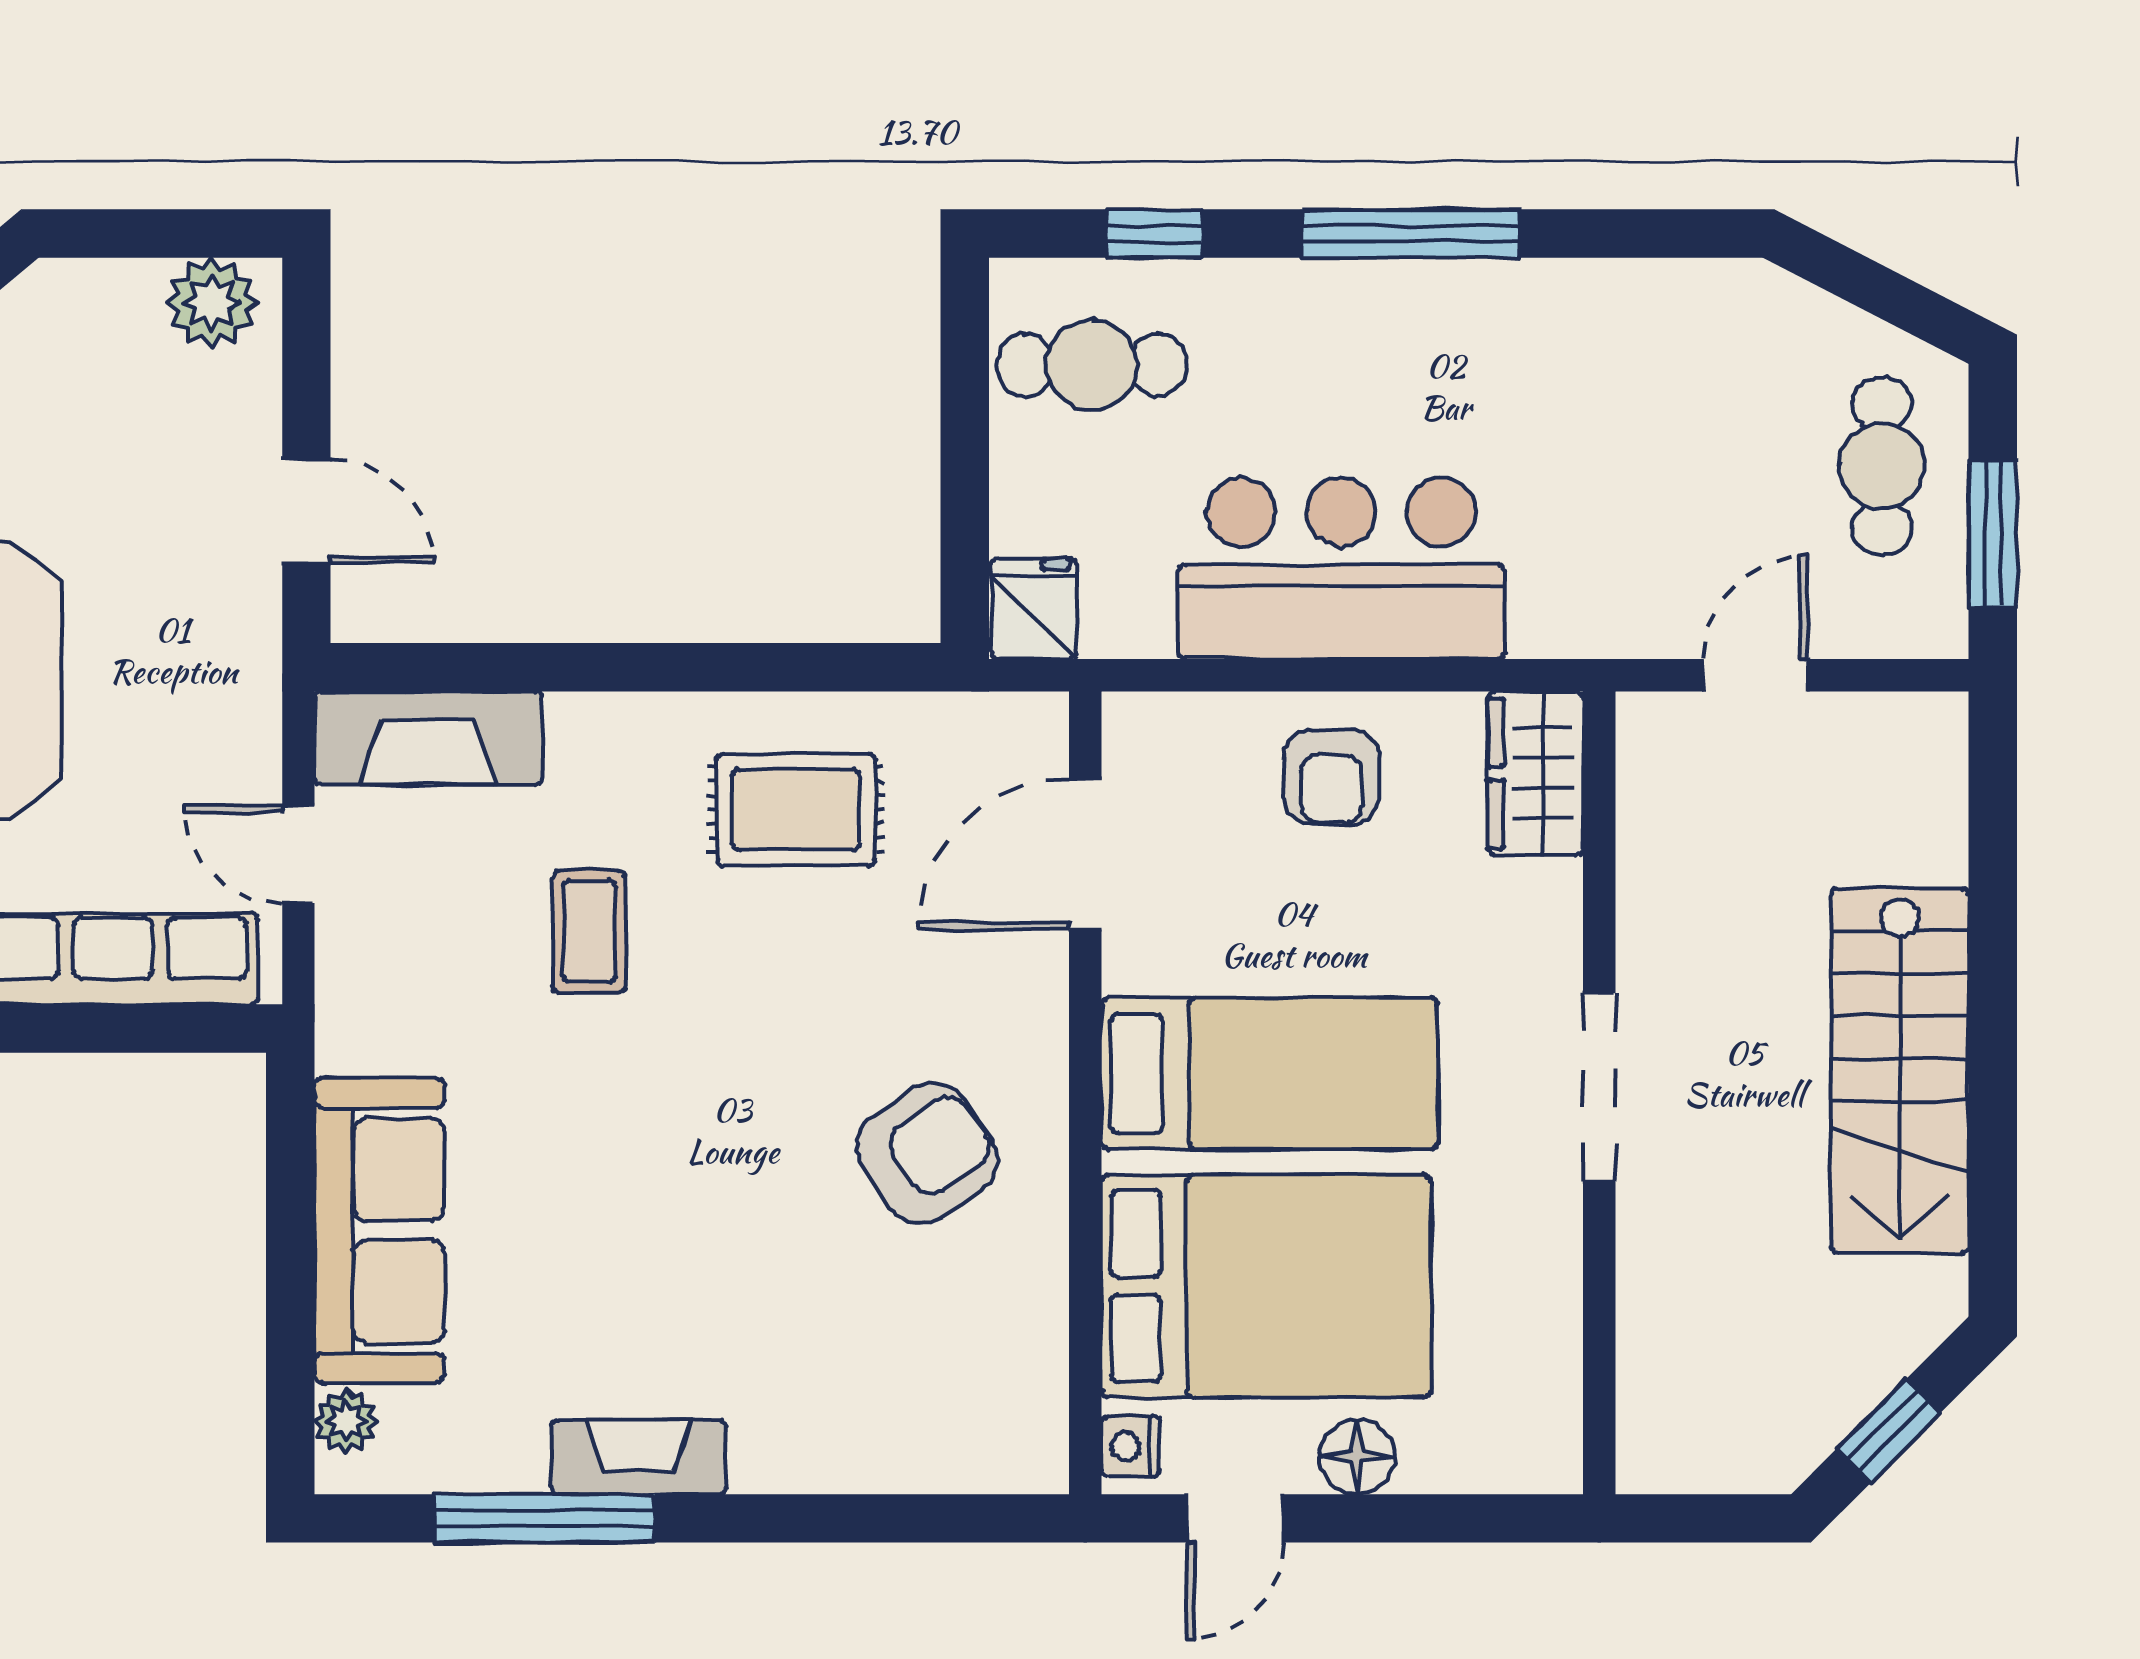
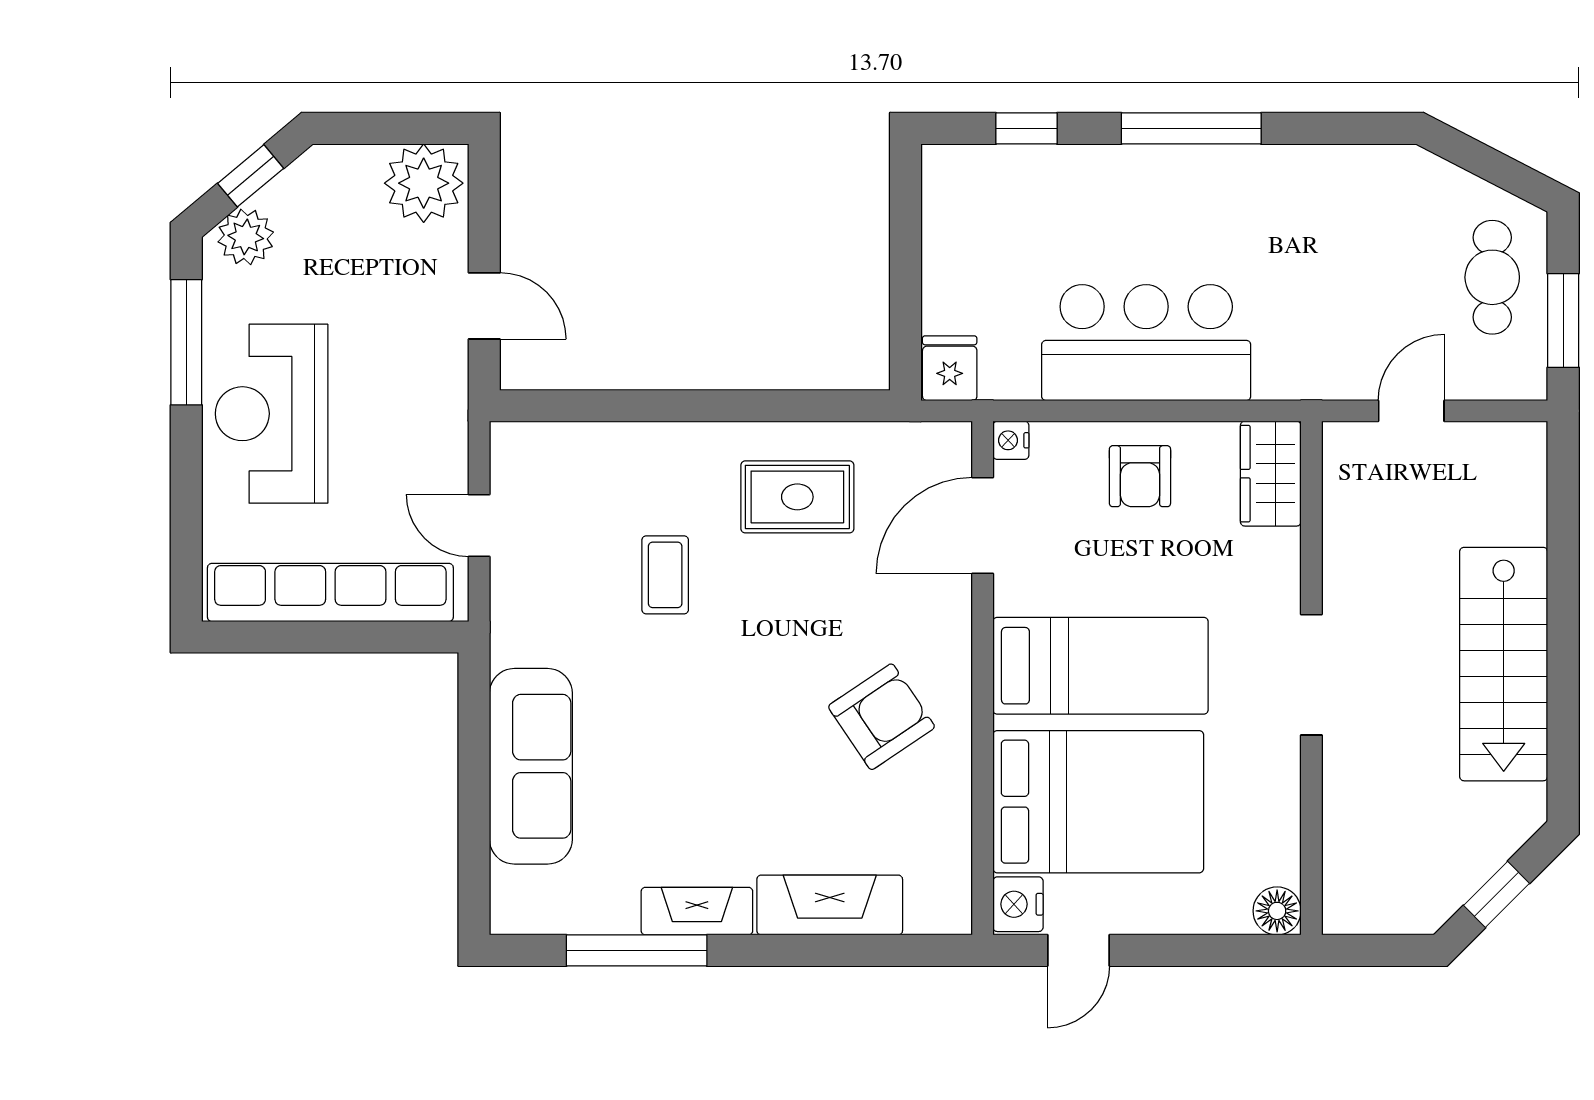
plant: (212, 303) -> (424, 183), width x1.36, depth x1.36
cafe table: (1092, 365) -> (987, 213), removed
nightstand: (1130, 721) -> (1011, 440), added
fireplace: (428, 738) -> (830, 905), moved, turned 180
plant: (346, 1421) -> (509, 888), removed
nightstand: (1130, 1446) -> (1018, 904), width x1.39, depth x1.35
floor lamp: (1357, 1457) -> (1277, 911), moved

